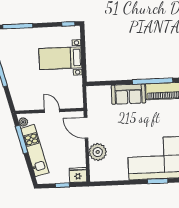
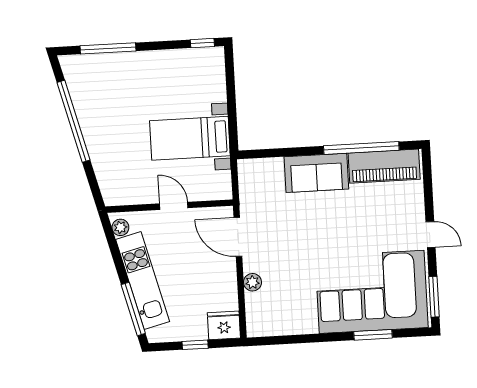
bed with nightstands: (60, 58) -> (190, 138), moved
window: (22, 139) -> (133, 309), moved
plant: (98, 152) -> (252, 282), width x0.53, depth x0.53

